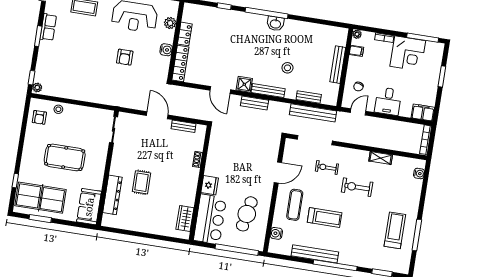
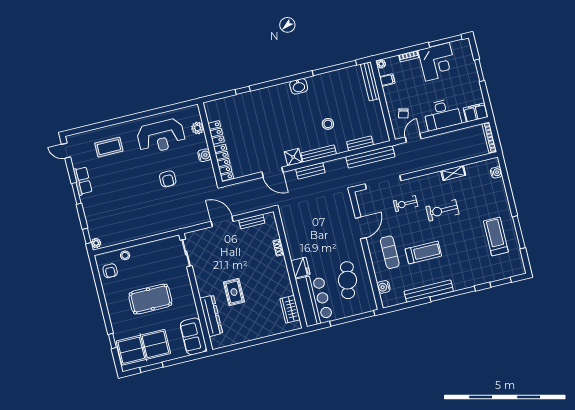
window: (267, 13) -> (334, 68), moved
bench: (338, 65) -> (370, 81), moved
desk: (388, 101) -> (442, 114), width x1.37

